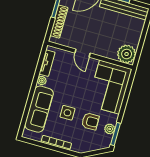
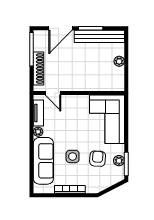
door: (82, 53) -> (53, 93), moved
plant: (127, 54) -> (119, 61), moved, width x0.53, depth x0.53
armchair: (90, 121) -> (98, 159), turned -85

